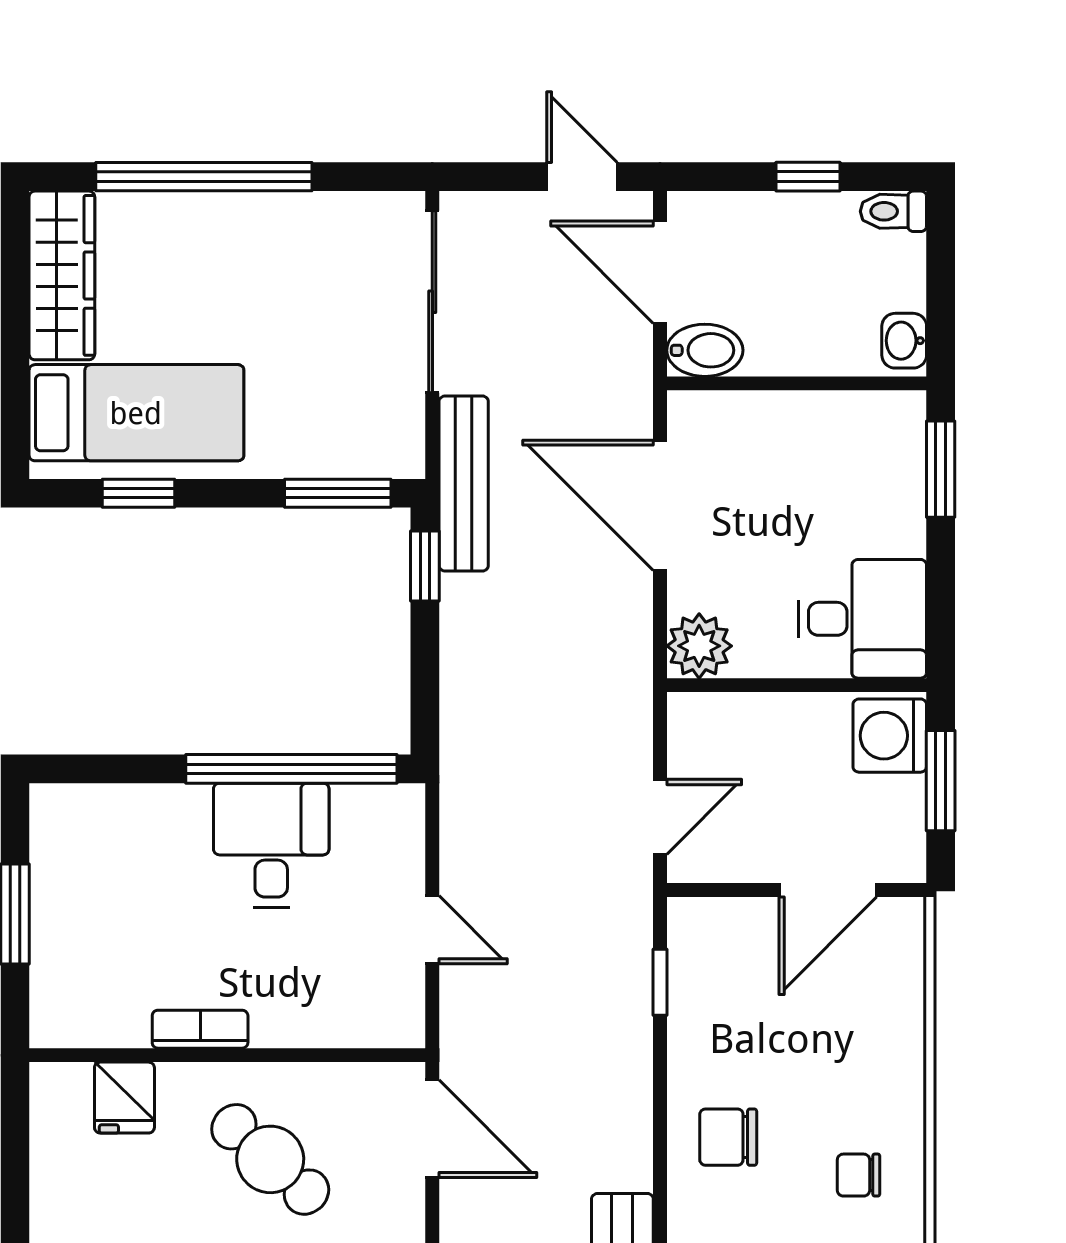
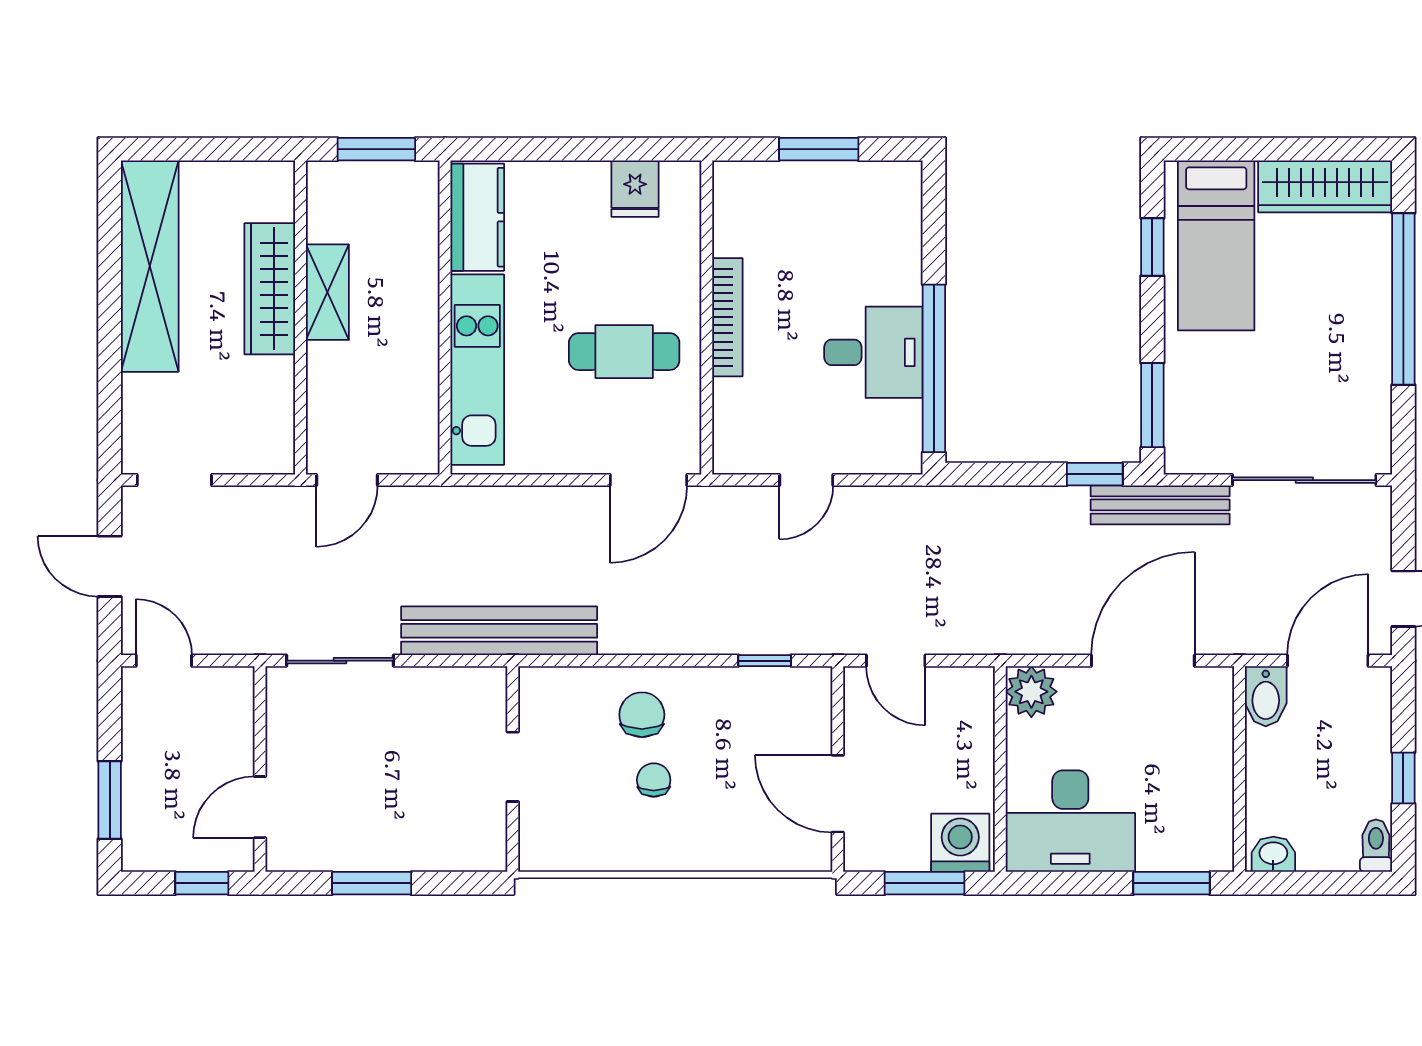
desk: (862, 619) -> (1070, 821), width x1.37
bookcase: (200, 1029) -> (727, 317), width x1.56
fridge: (124, 1098) -> (635, 189), moved, turned -90
cafe table: (270, 1159) -> (624, 352), turned 48
chair: (859, 1175) -> (654, 780), moved

